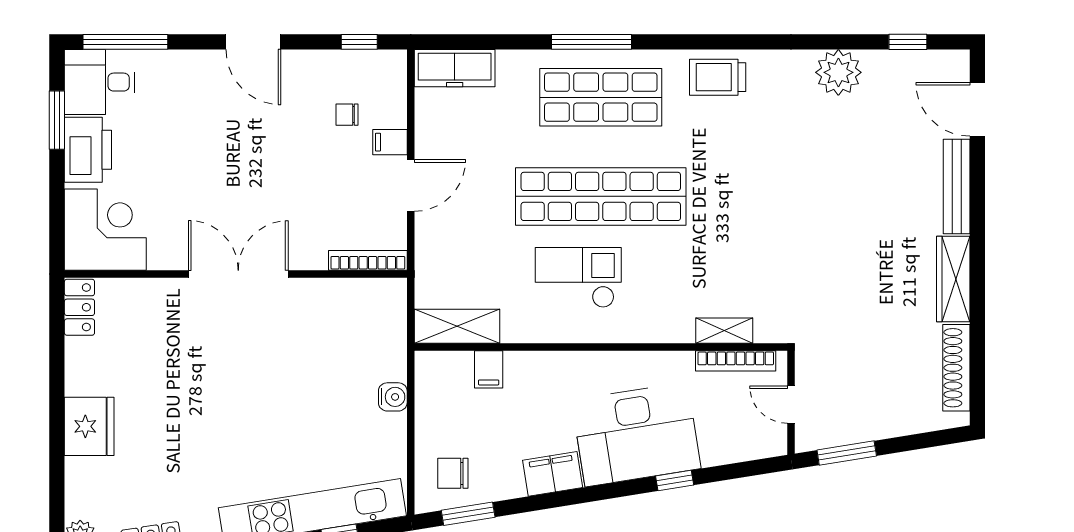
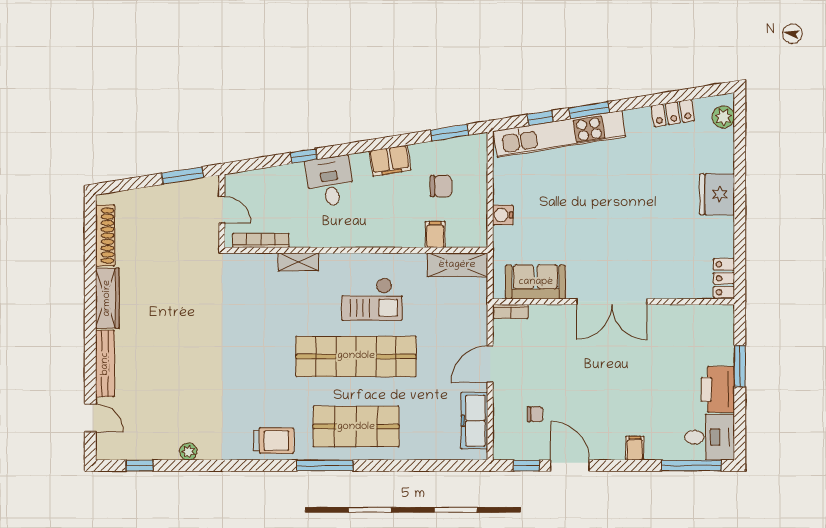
door: (253, 42) -> (570, 466), moved
window: (591, 42) -> (325, 466), moved
freezer: (455, 68) -> (474, 421), moved, turned -90
plant: (838, 72) -> (188, 452), width x0.53, depth x0.53
door: (977, 109) -> (90, 418), width x0.73
window: (57, 120) -> (740, 366), moved
filing cabinet: (390, 142) -> (635, 448), moved, turned -90
corner desk: (105, 230) -> (706, 333), removed
bookcase: (368, 260) -> (510, 311), width x0.64
sofa: (346, 302) -> (536, 282), added
shelving: (724, 331) -> (298, 262), moved
desk: (636, 434) -> (330, 181), width x0.53, depth x0.77
chair: (453, 473) -> (441, 186), moved

